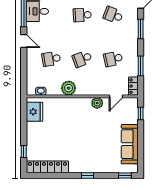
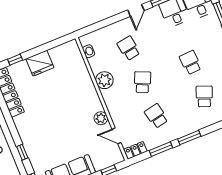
window: (141, 29) -> (189, 138), moved
school desk: (82, 59) -> (142, 82), turned 45
fridge: (35, 112) -> (40, 63), moved
window: (87, 175) -> (22, 152), moved

